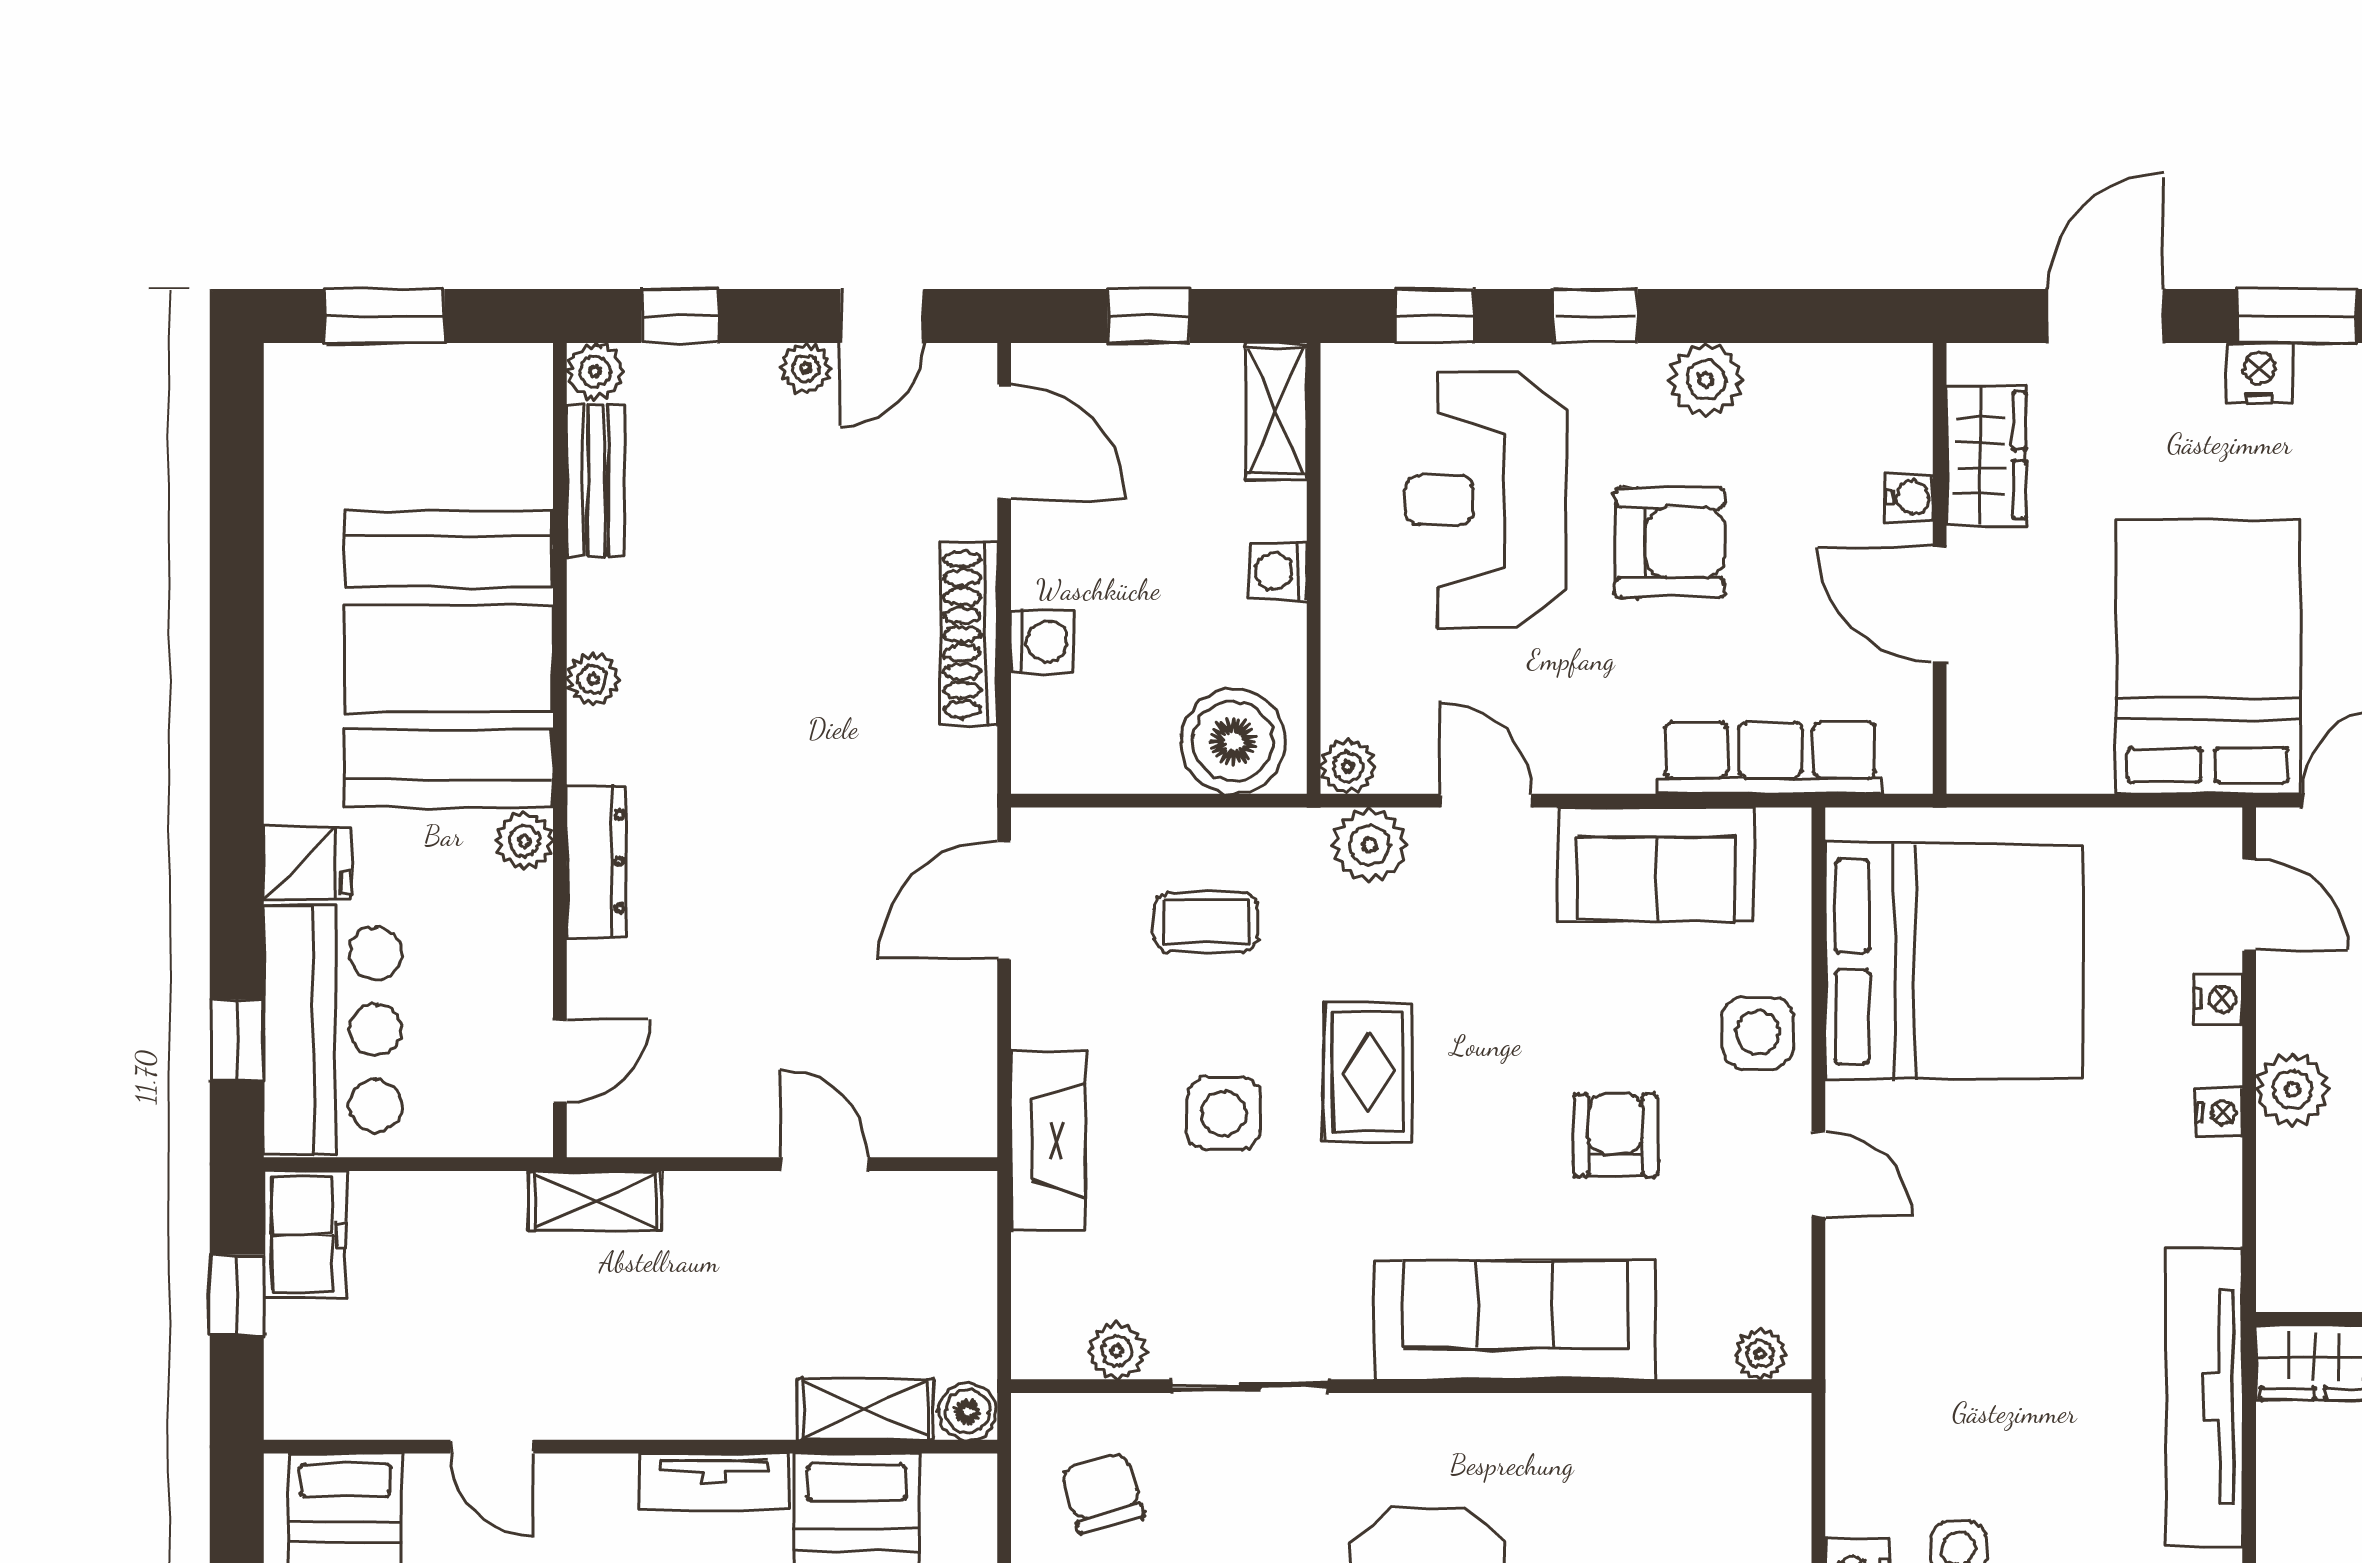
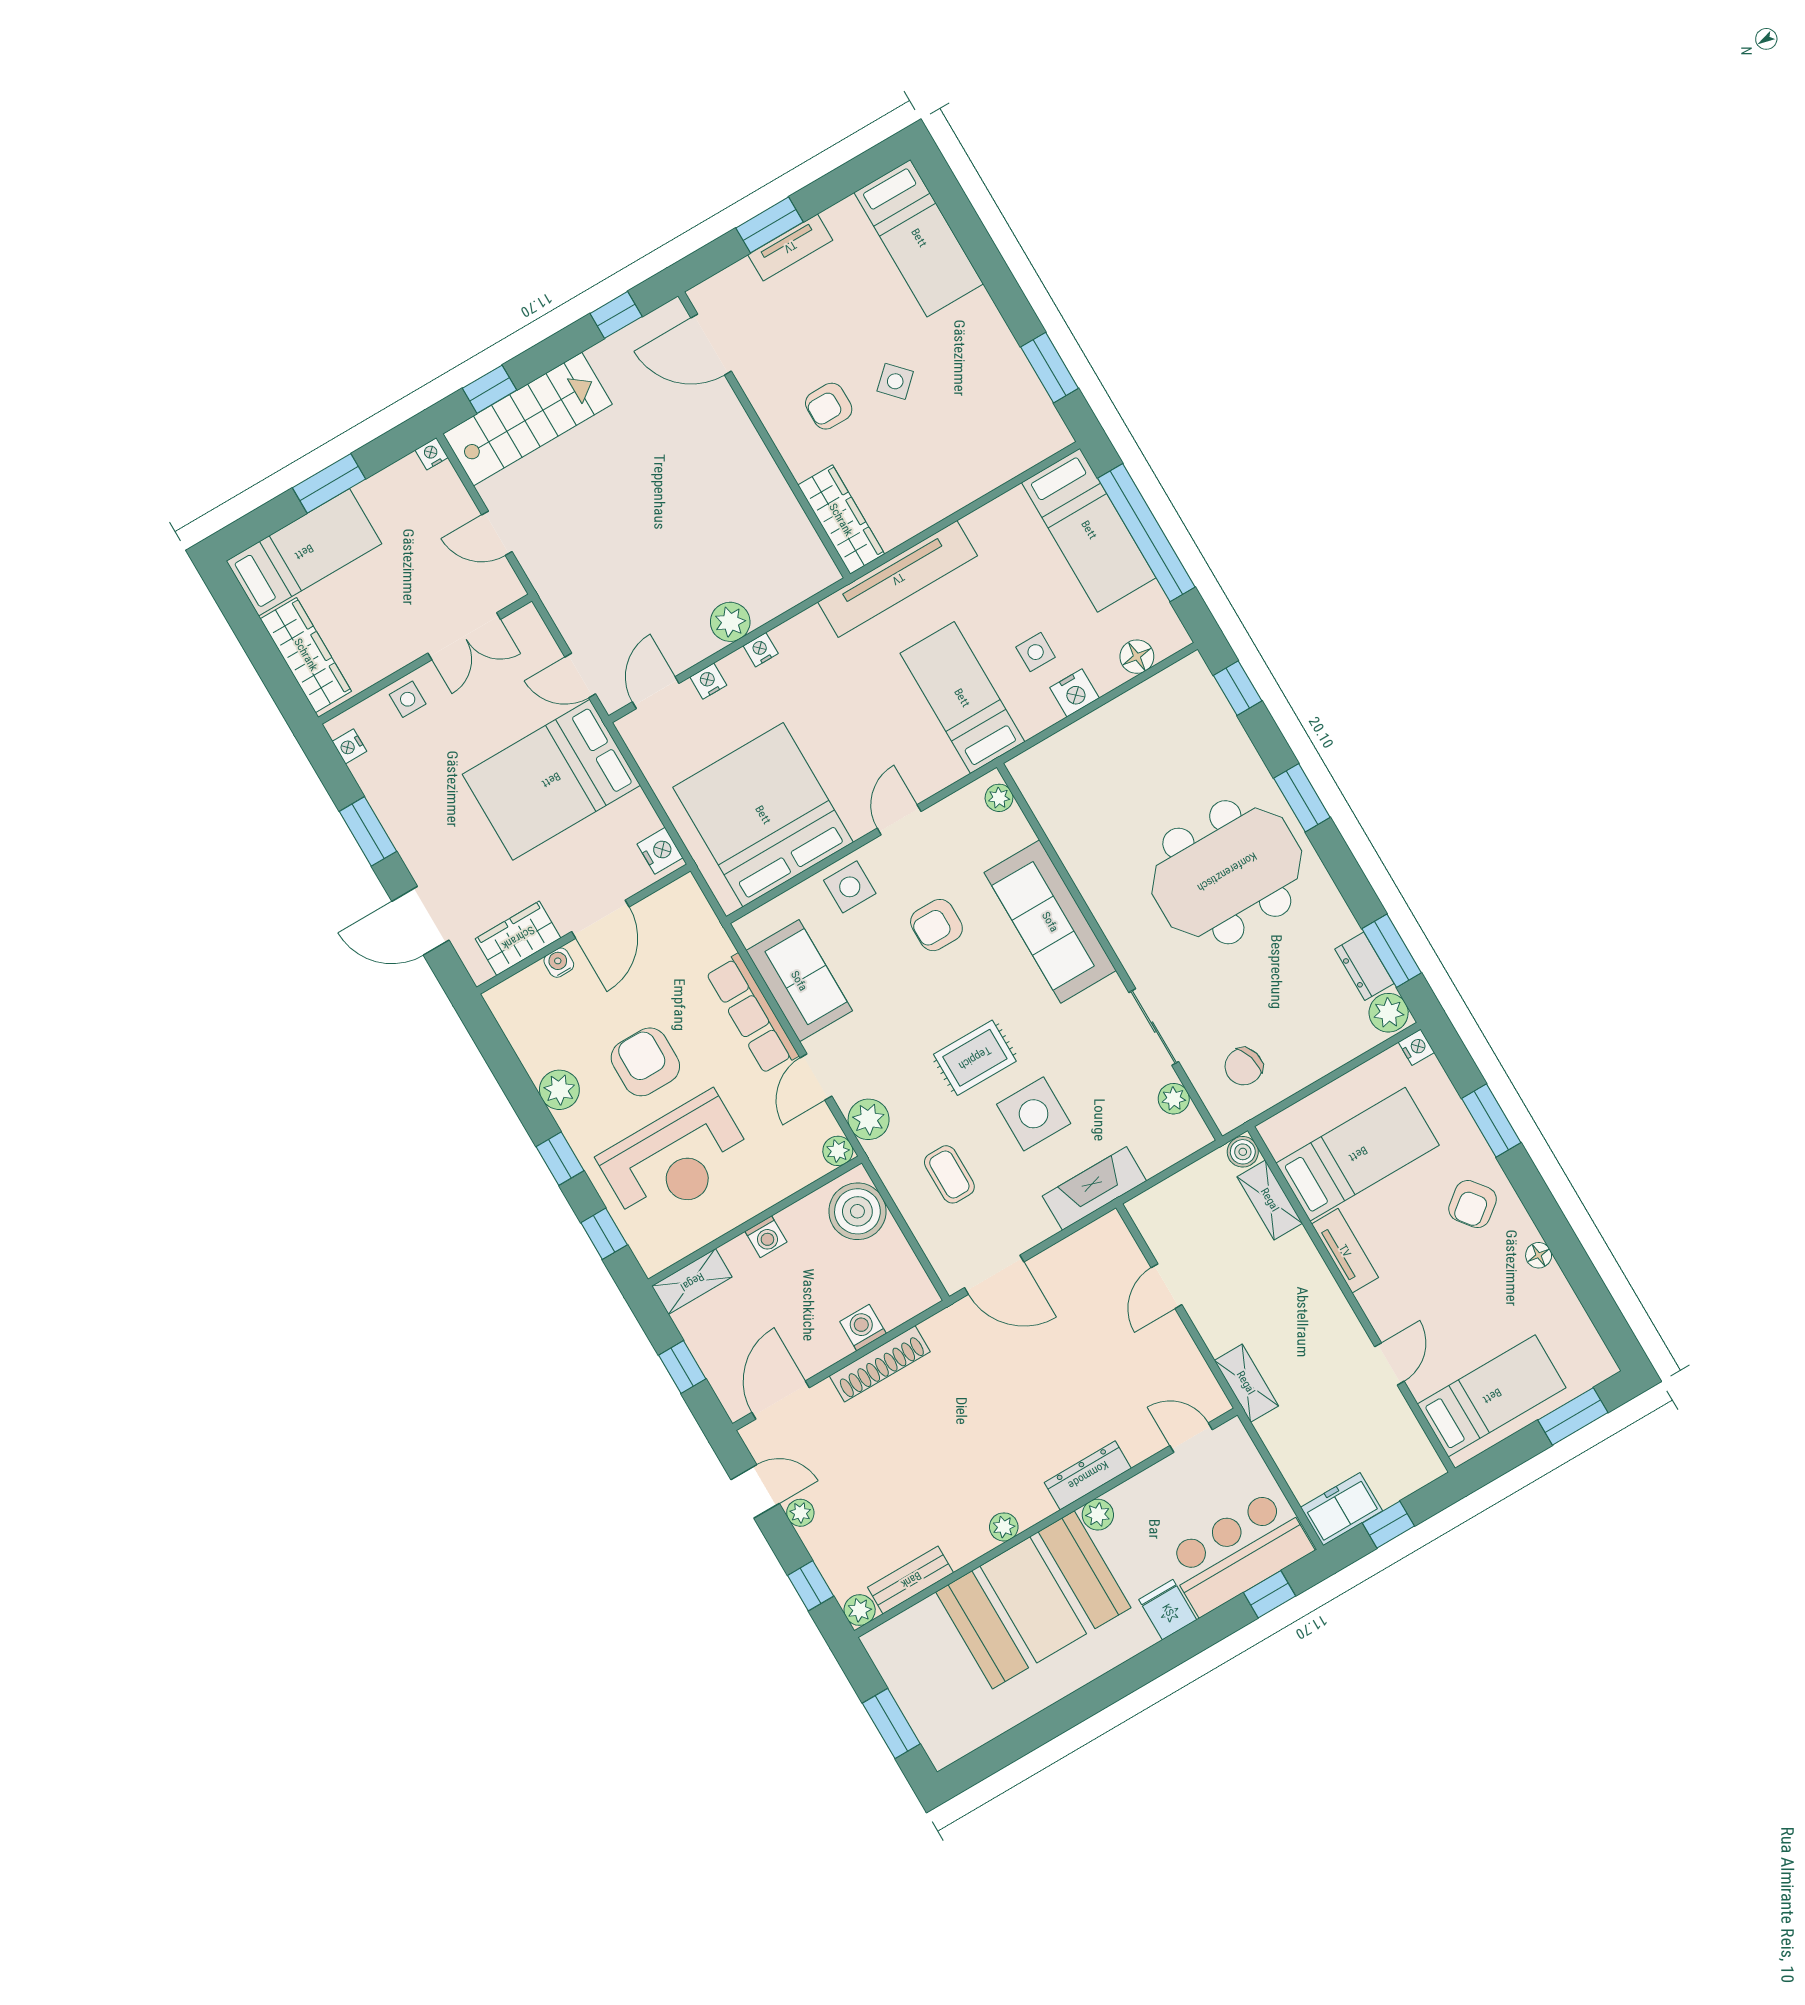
nightstand: (2260, 373) -> (660, 851), moved, turned 180
row of seats: (1770, 758) -> (752, 1014), moved
side table: (1224, 1113) -> (1034, 1114), width x1.37, depth x1.37
bed: (1954, 1389) -> (962, 698), added

